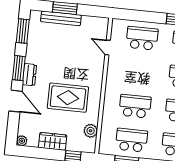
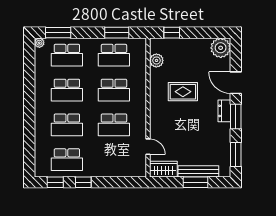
school desk: (142, 38) -> (114, 125), moved
rug: (68, 98) -> (183, 92), width x0.73, depth x0.70
plant: (22, 141) -> (221, 48), width x1.87, depth x1.87
wardrobe: (53, 141) -> (163, 169), moved, turned 180

